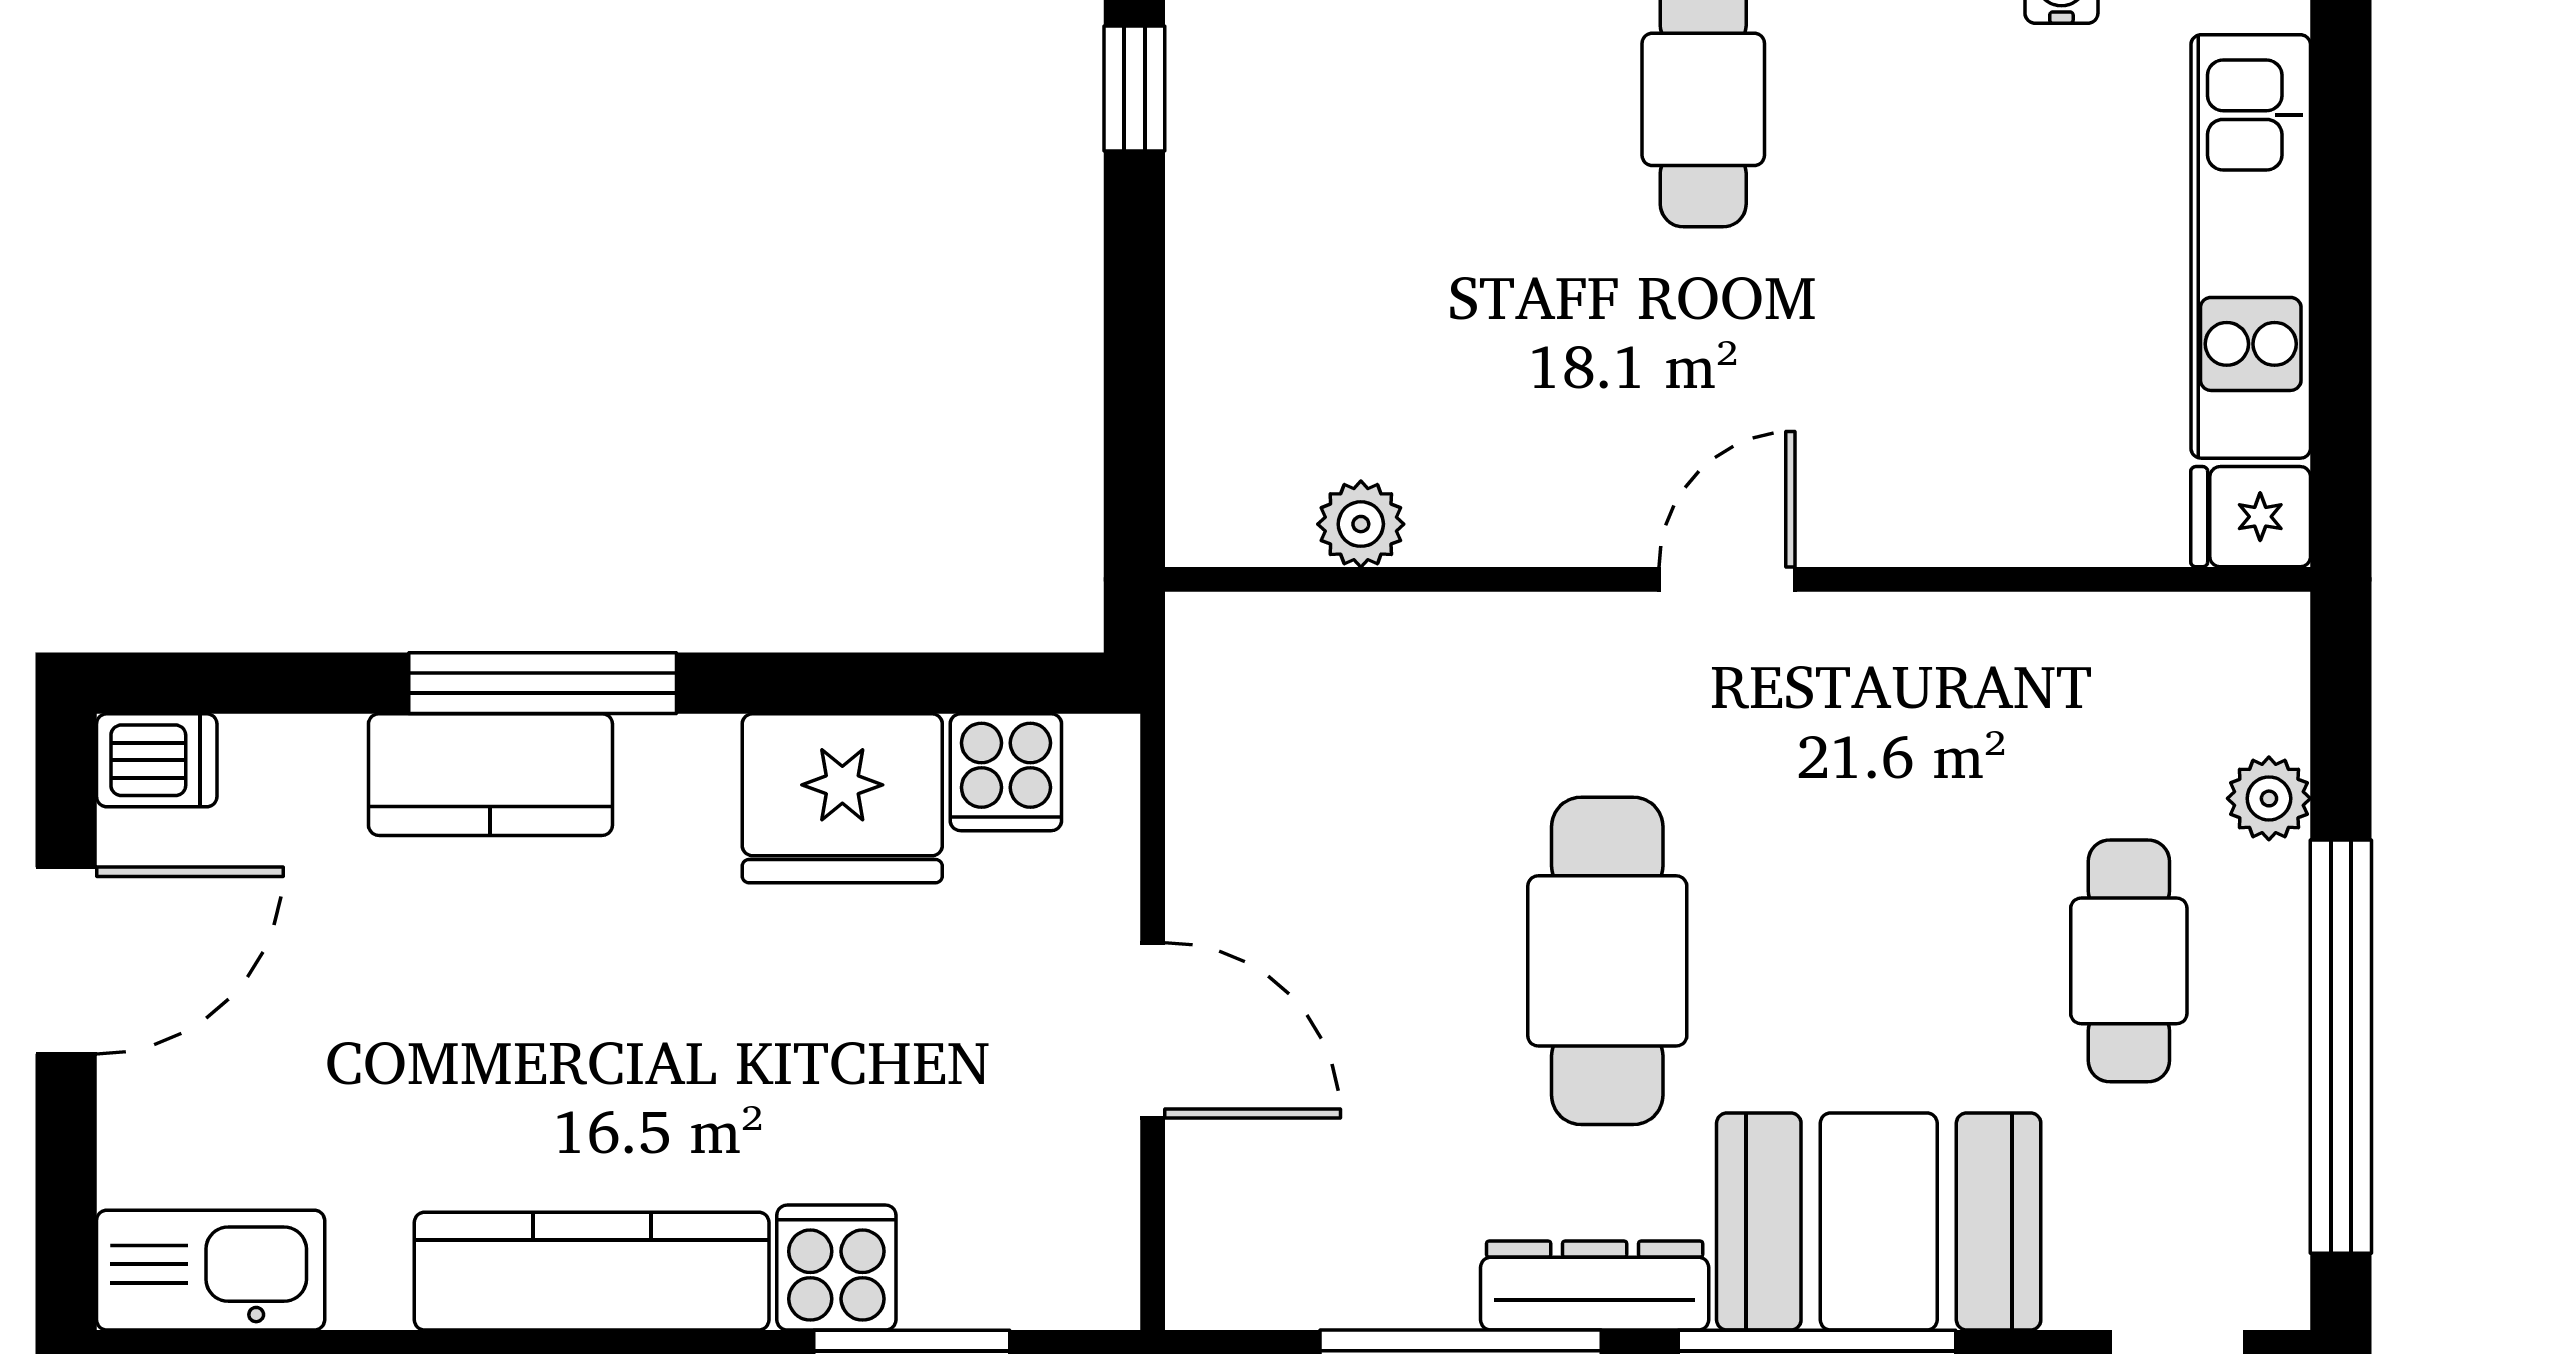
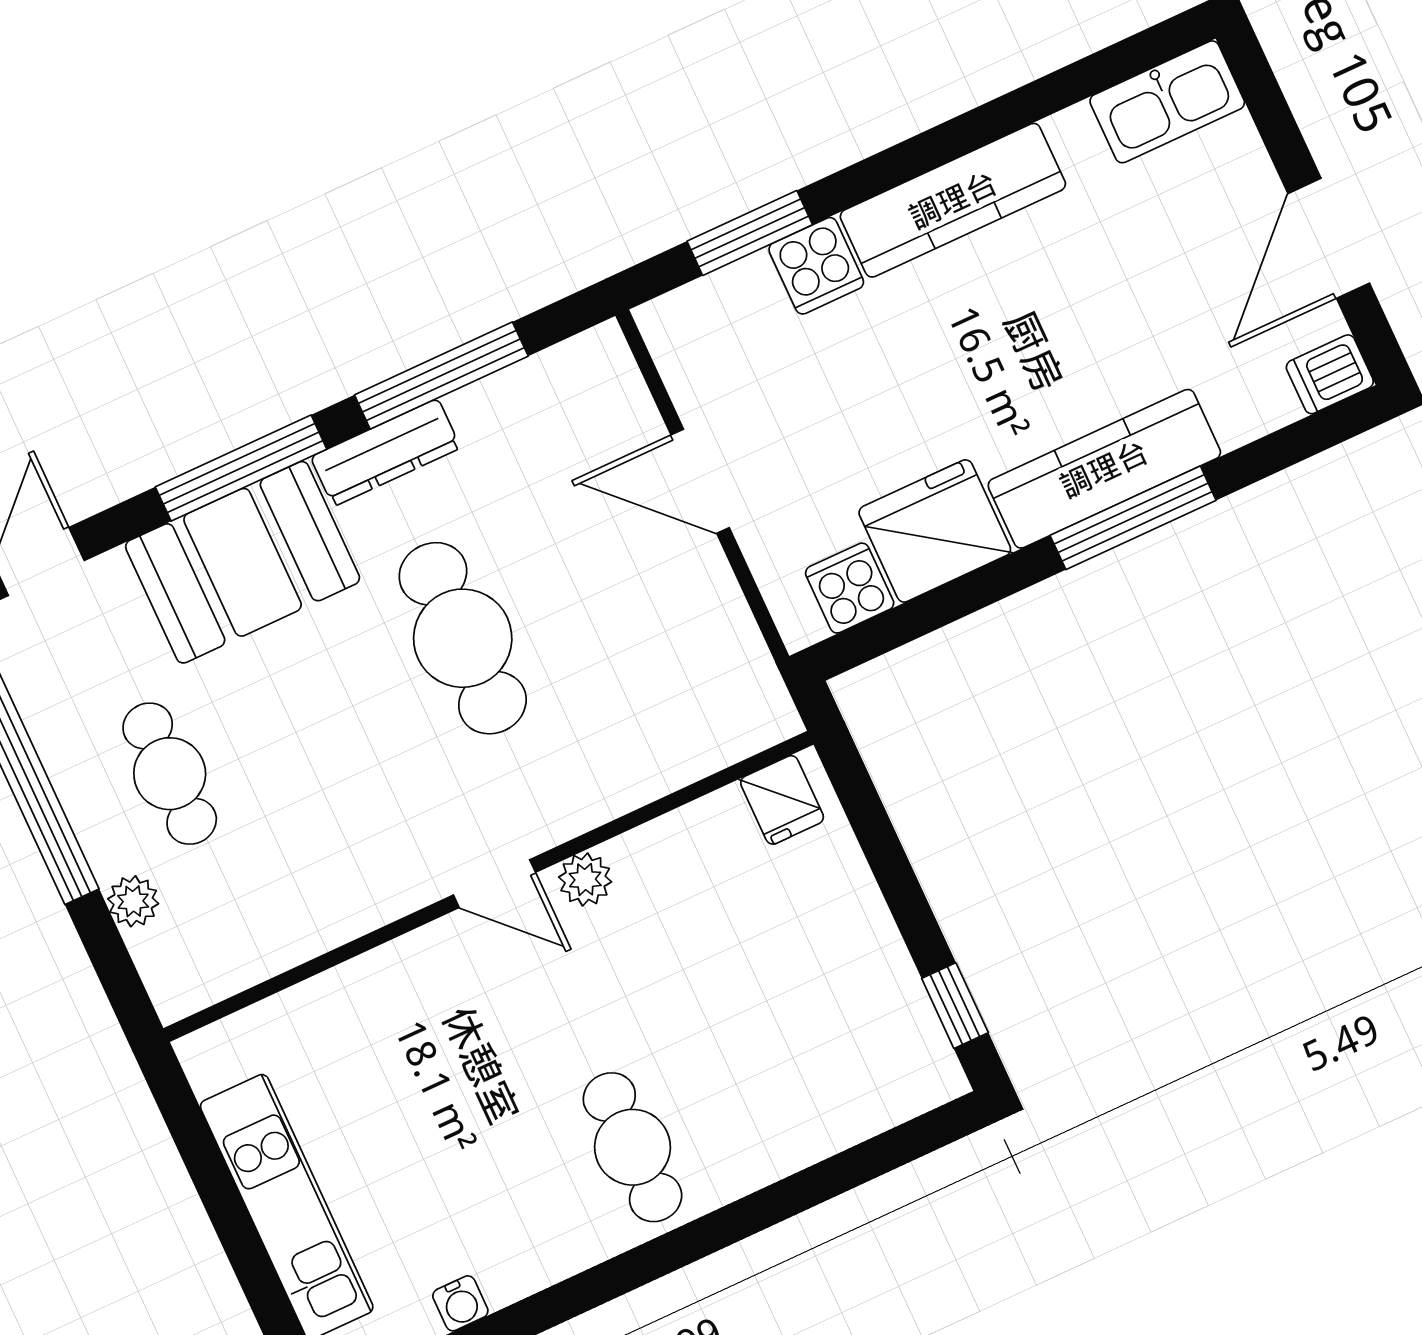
fridge: (2251, 517) -> (782, 800), moved, turned 90
plant: (1361, 524) -> (585, 879), moved
door: (1727, 579) -> (494, 884), hinge flipped
kitchen counter: (490, 775) -> (1104, 469), width x1.50

